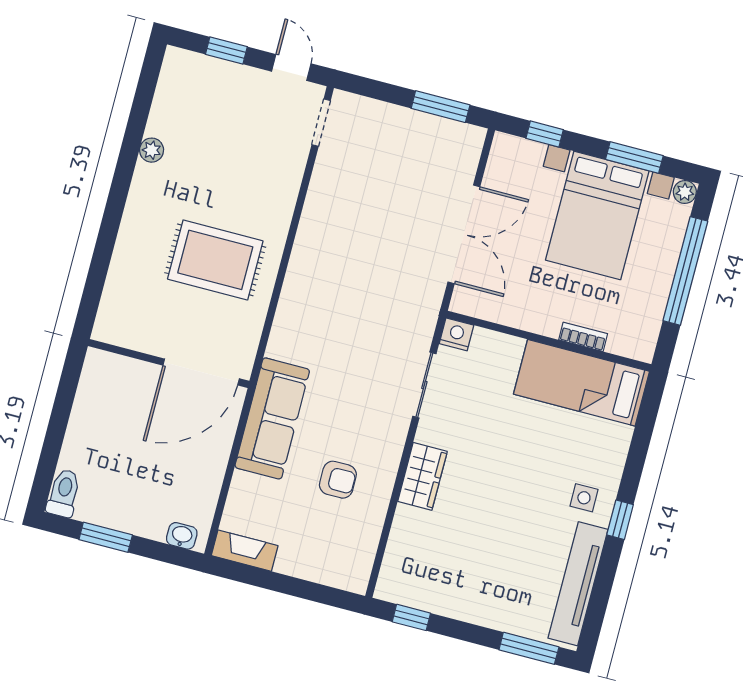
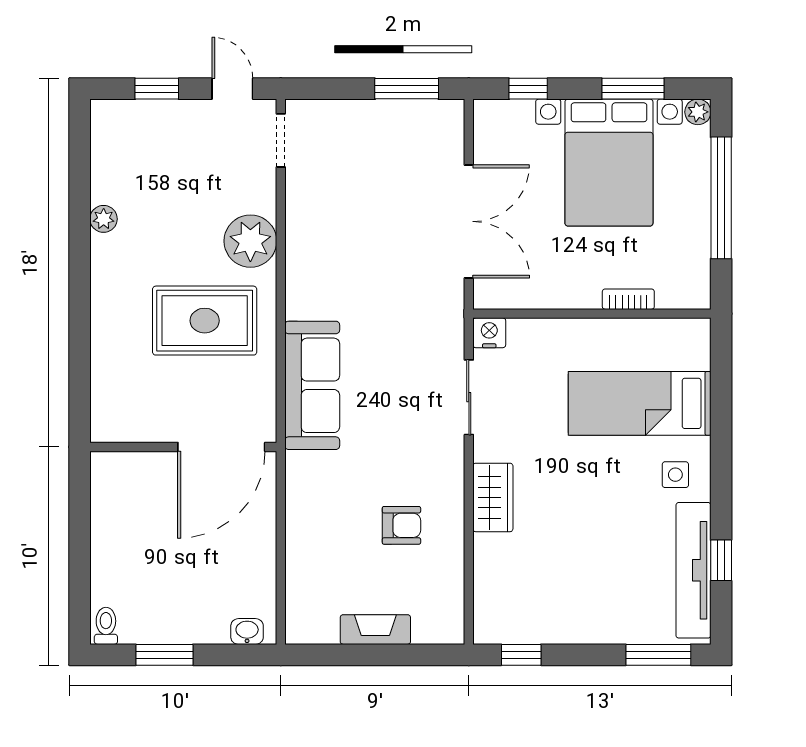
plant: (272, 202) -> (250, 241), added
bed: (581, 383) -> (640, 403), moved
sofa: (272, 418) -> (312, 385), moved
toilet: (64, 493) -> (106, 626), width x0.73, depth x0.72
window: (620, 520) -> (721, 560), moved
fireplace: (245, 551) -> (375, 630), moved

